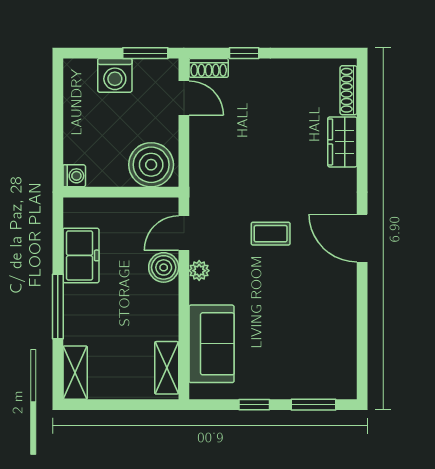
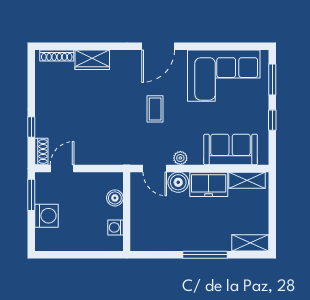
boiler: (151, 165) -> (115, 198), width x0.54, depth x0.54
washing machine: (74, 176) -> (115, 227), moved, turned -90
freezer: (81, 255) -> (209, 184), moved, turned 180
corner sofa: (319, 334) -> (224, 76), added

